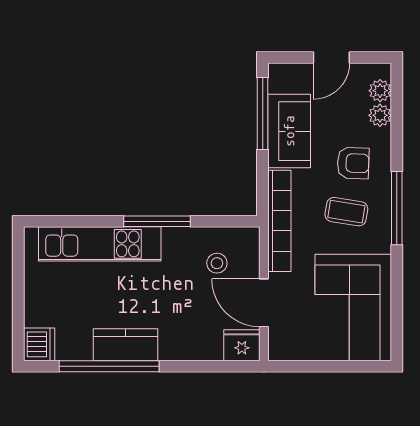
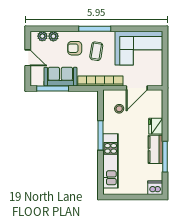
armchair: (353, 163) -> (75, 48), turned -92
fridge: (242, 345) -> (156, 126), moved
window: (109, 366) -> (165, 157), width x0.68

